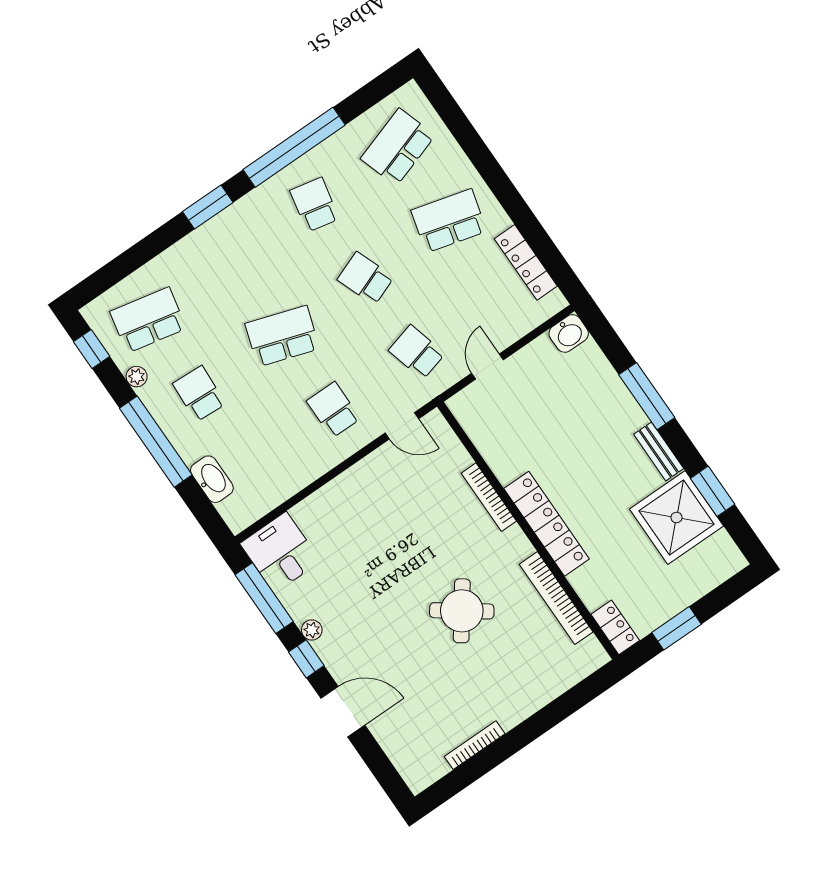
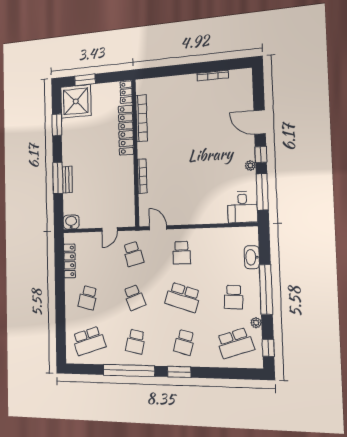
school desk: (449, 221) -> (88, 298), width x0.54
school desk: (231, 262) -> (184, 342), added
school desk: (148, 320) -> (235, 343), turned -30
bench: (659, 451) -> (67, 180), moved
shower: (676, 518) -> (76, 101), moved
locker: (547, 524) -> (126, 130), moved
round table: (462, 611) -> (182, 136), removed
window: (677, 628) -> (85, 80), moved

